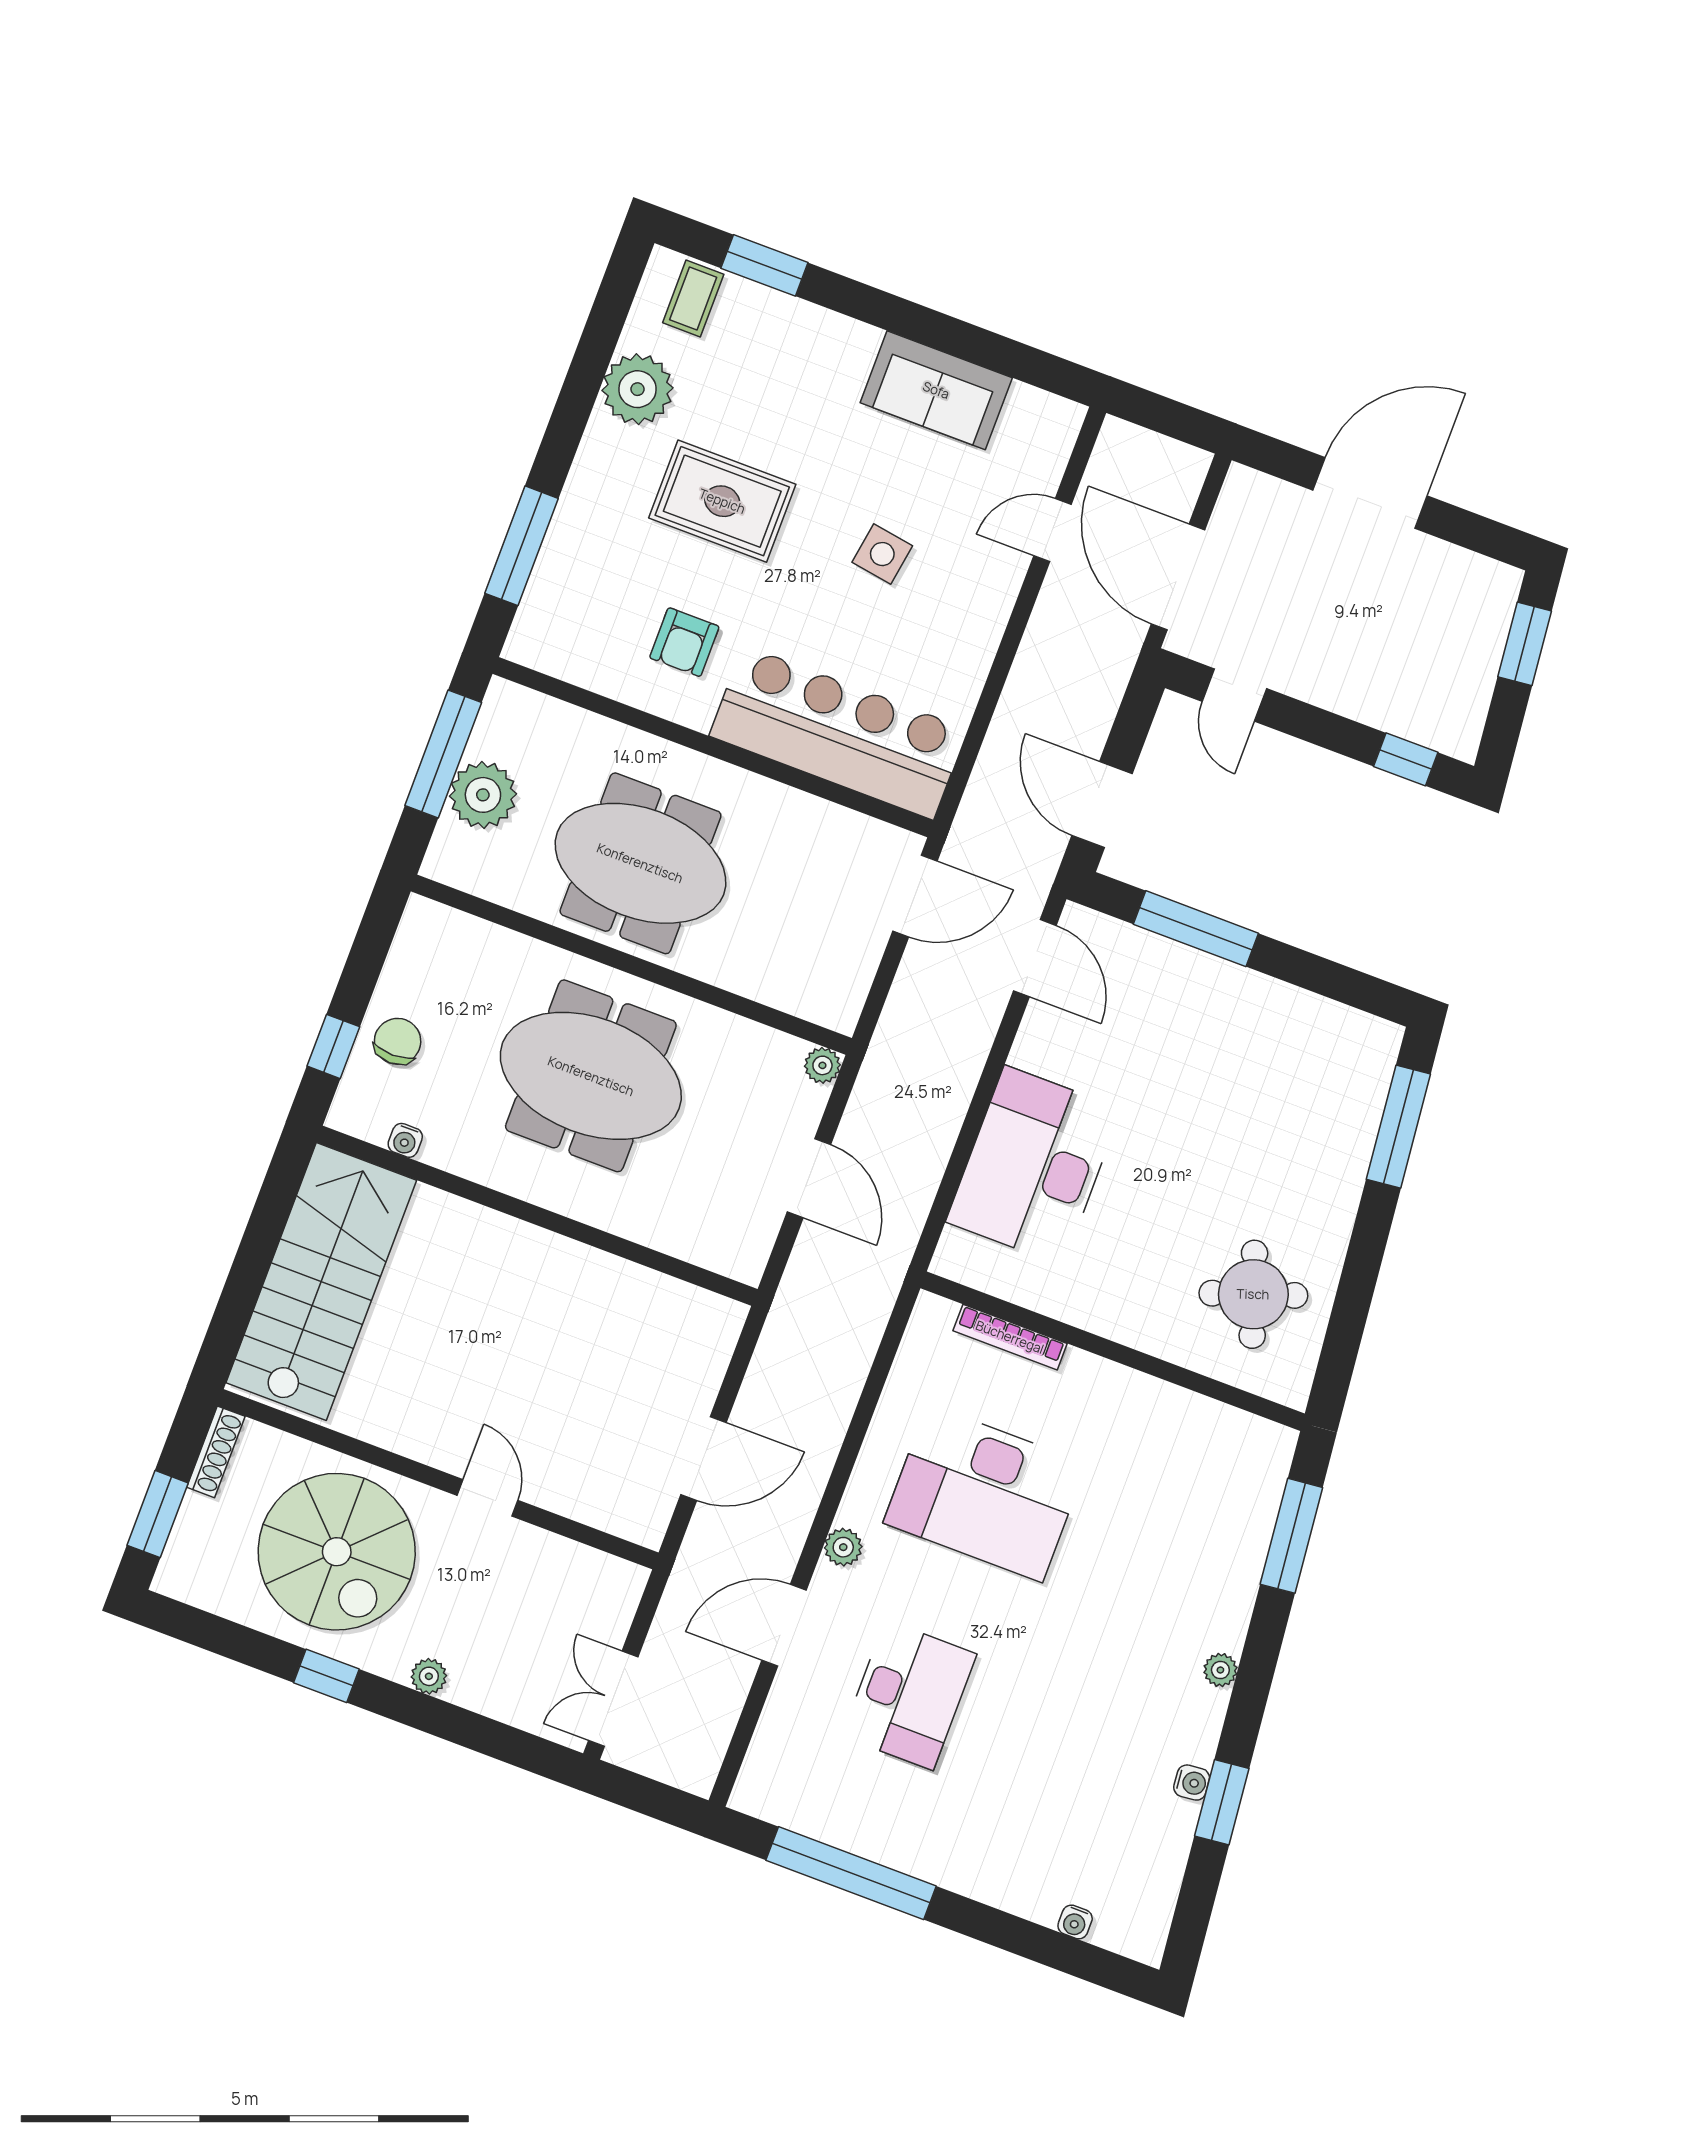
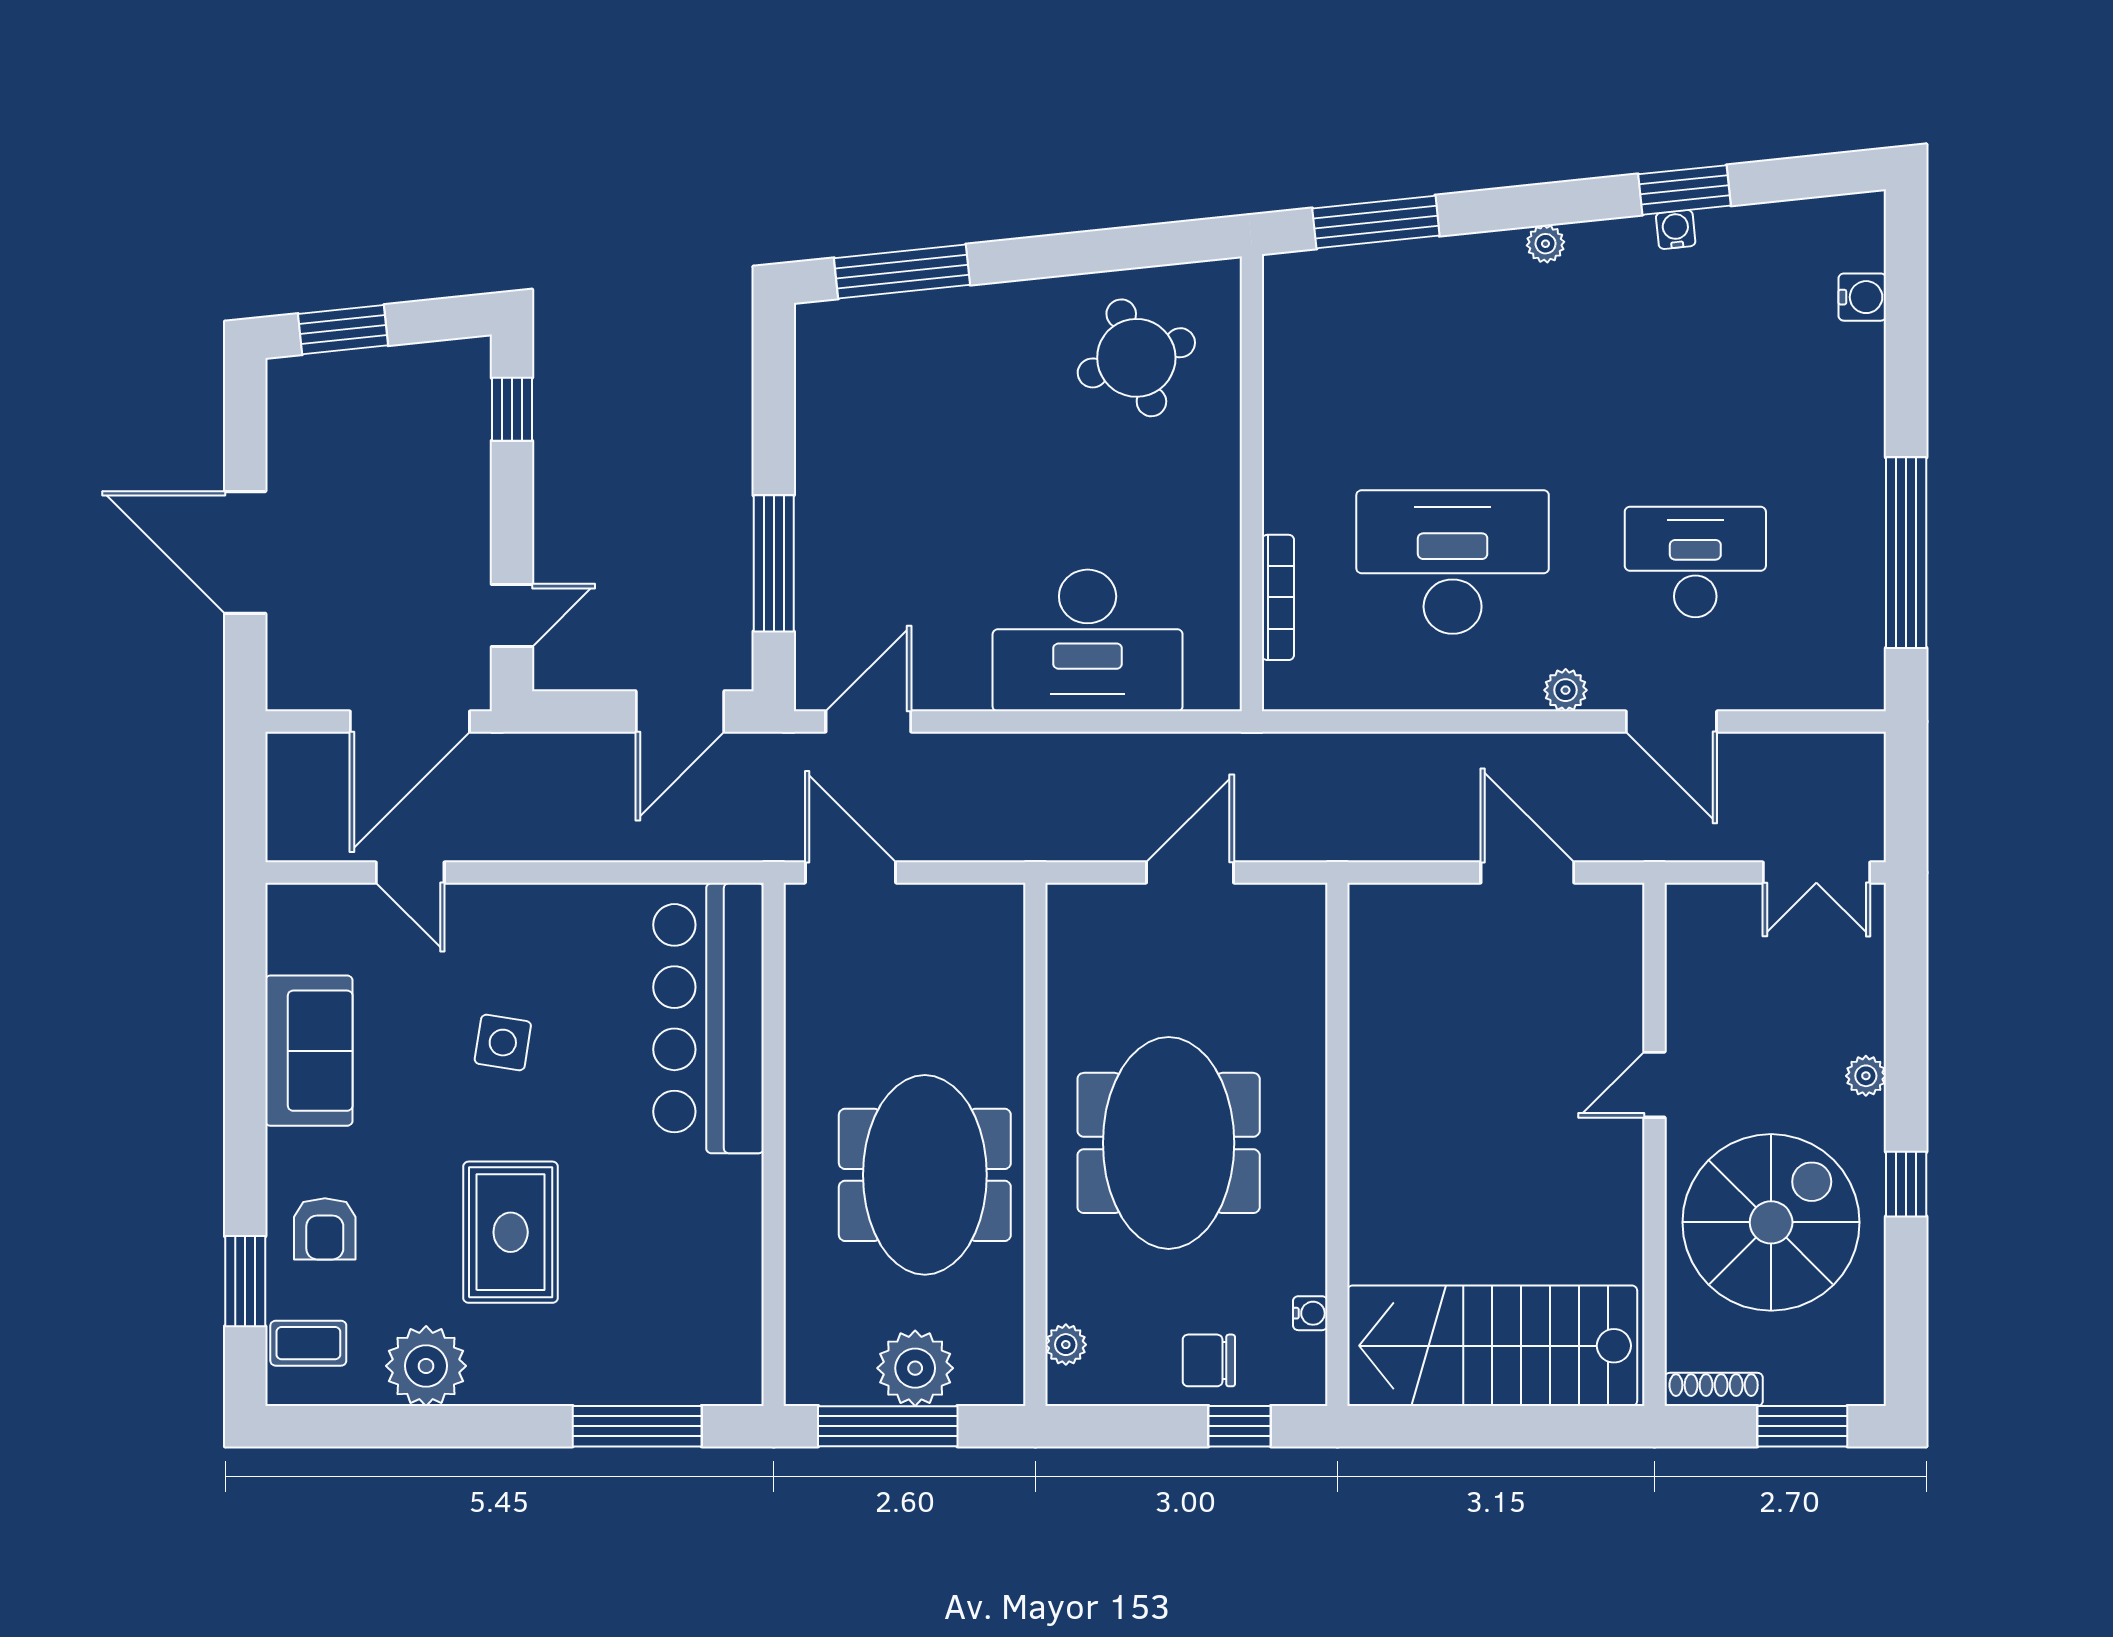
armchair: (684, 642) -> (325, 1229), moved, turned 90
plant: (822, 1065) -> (1066, 1345), moved
desk: (985, 1493) -> (1453, 562), turned -90
water cooler: (1075, 1922) -> (1862, 297), width x1.38, depth x1.38

